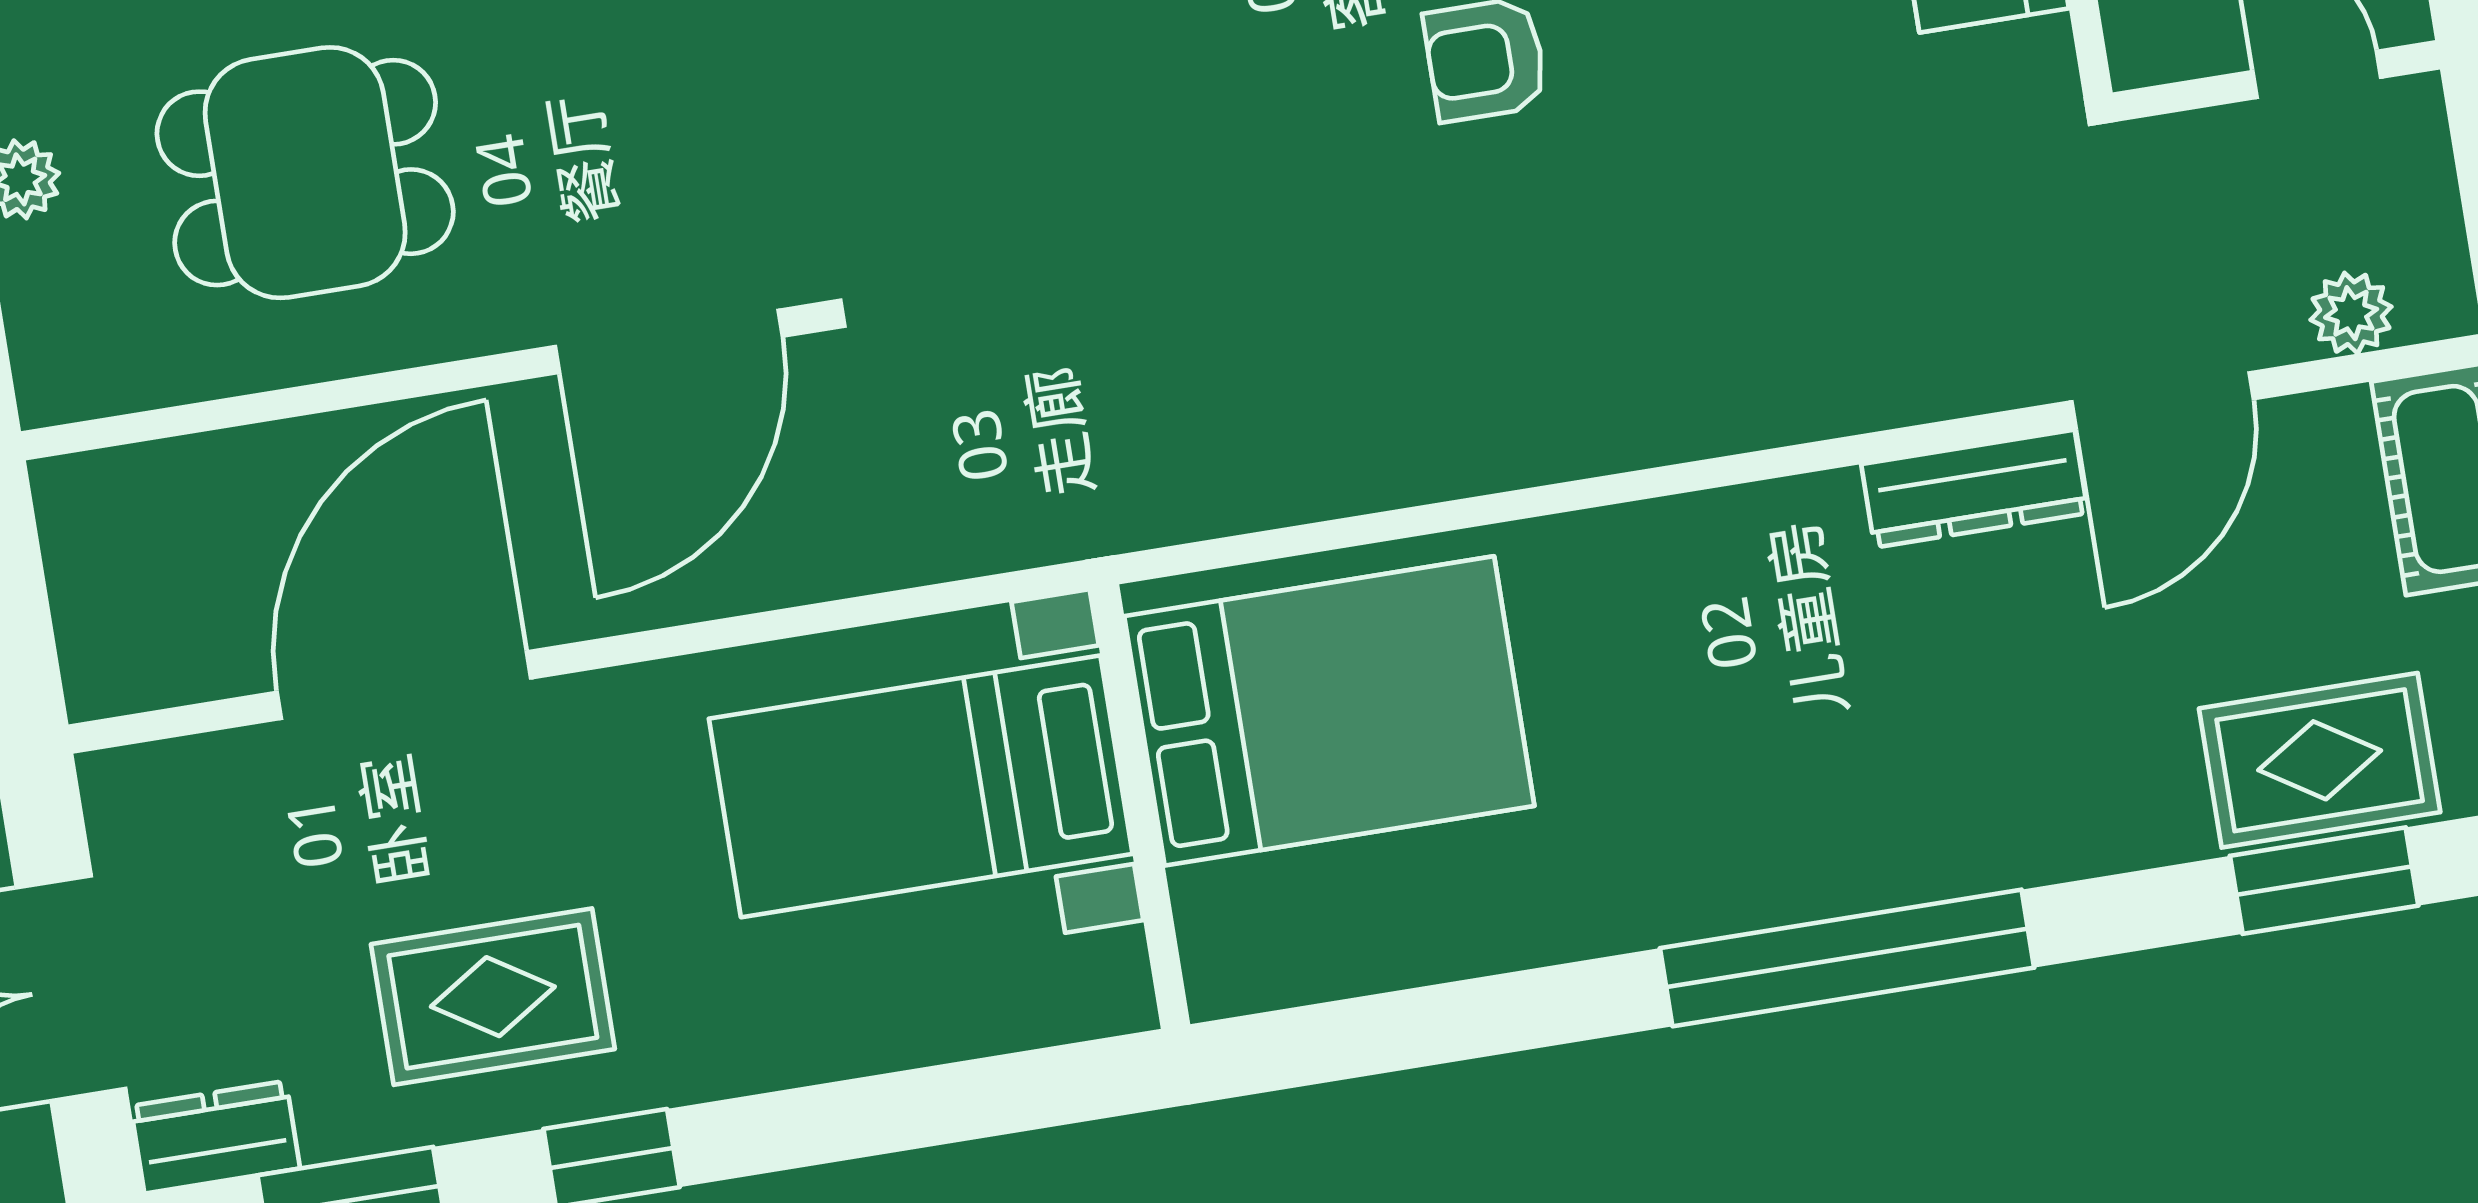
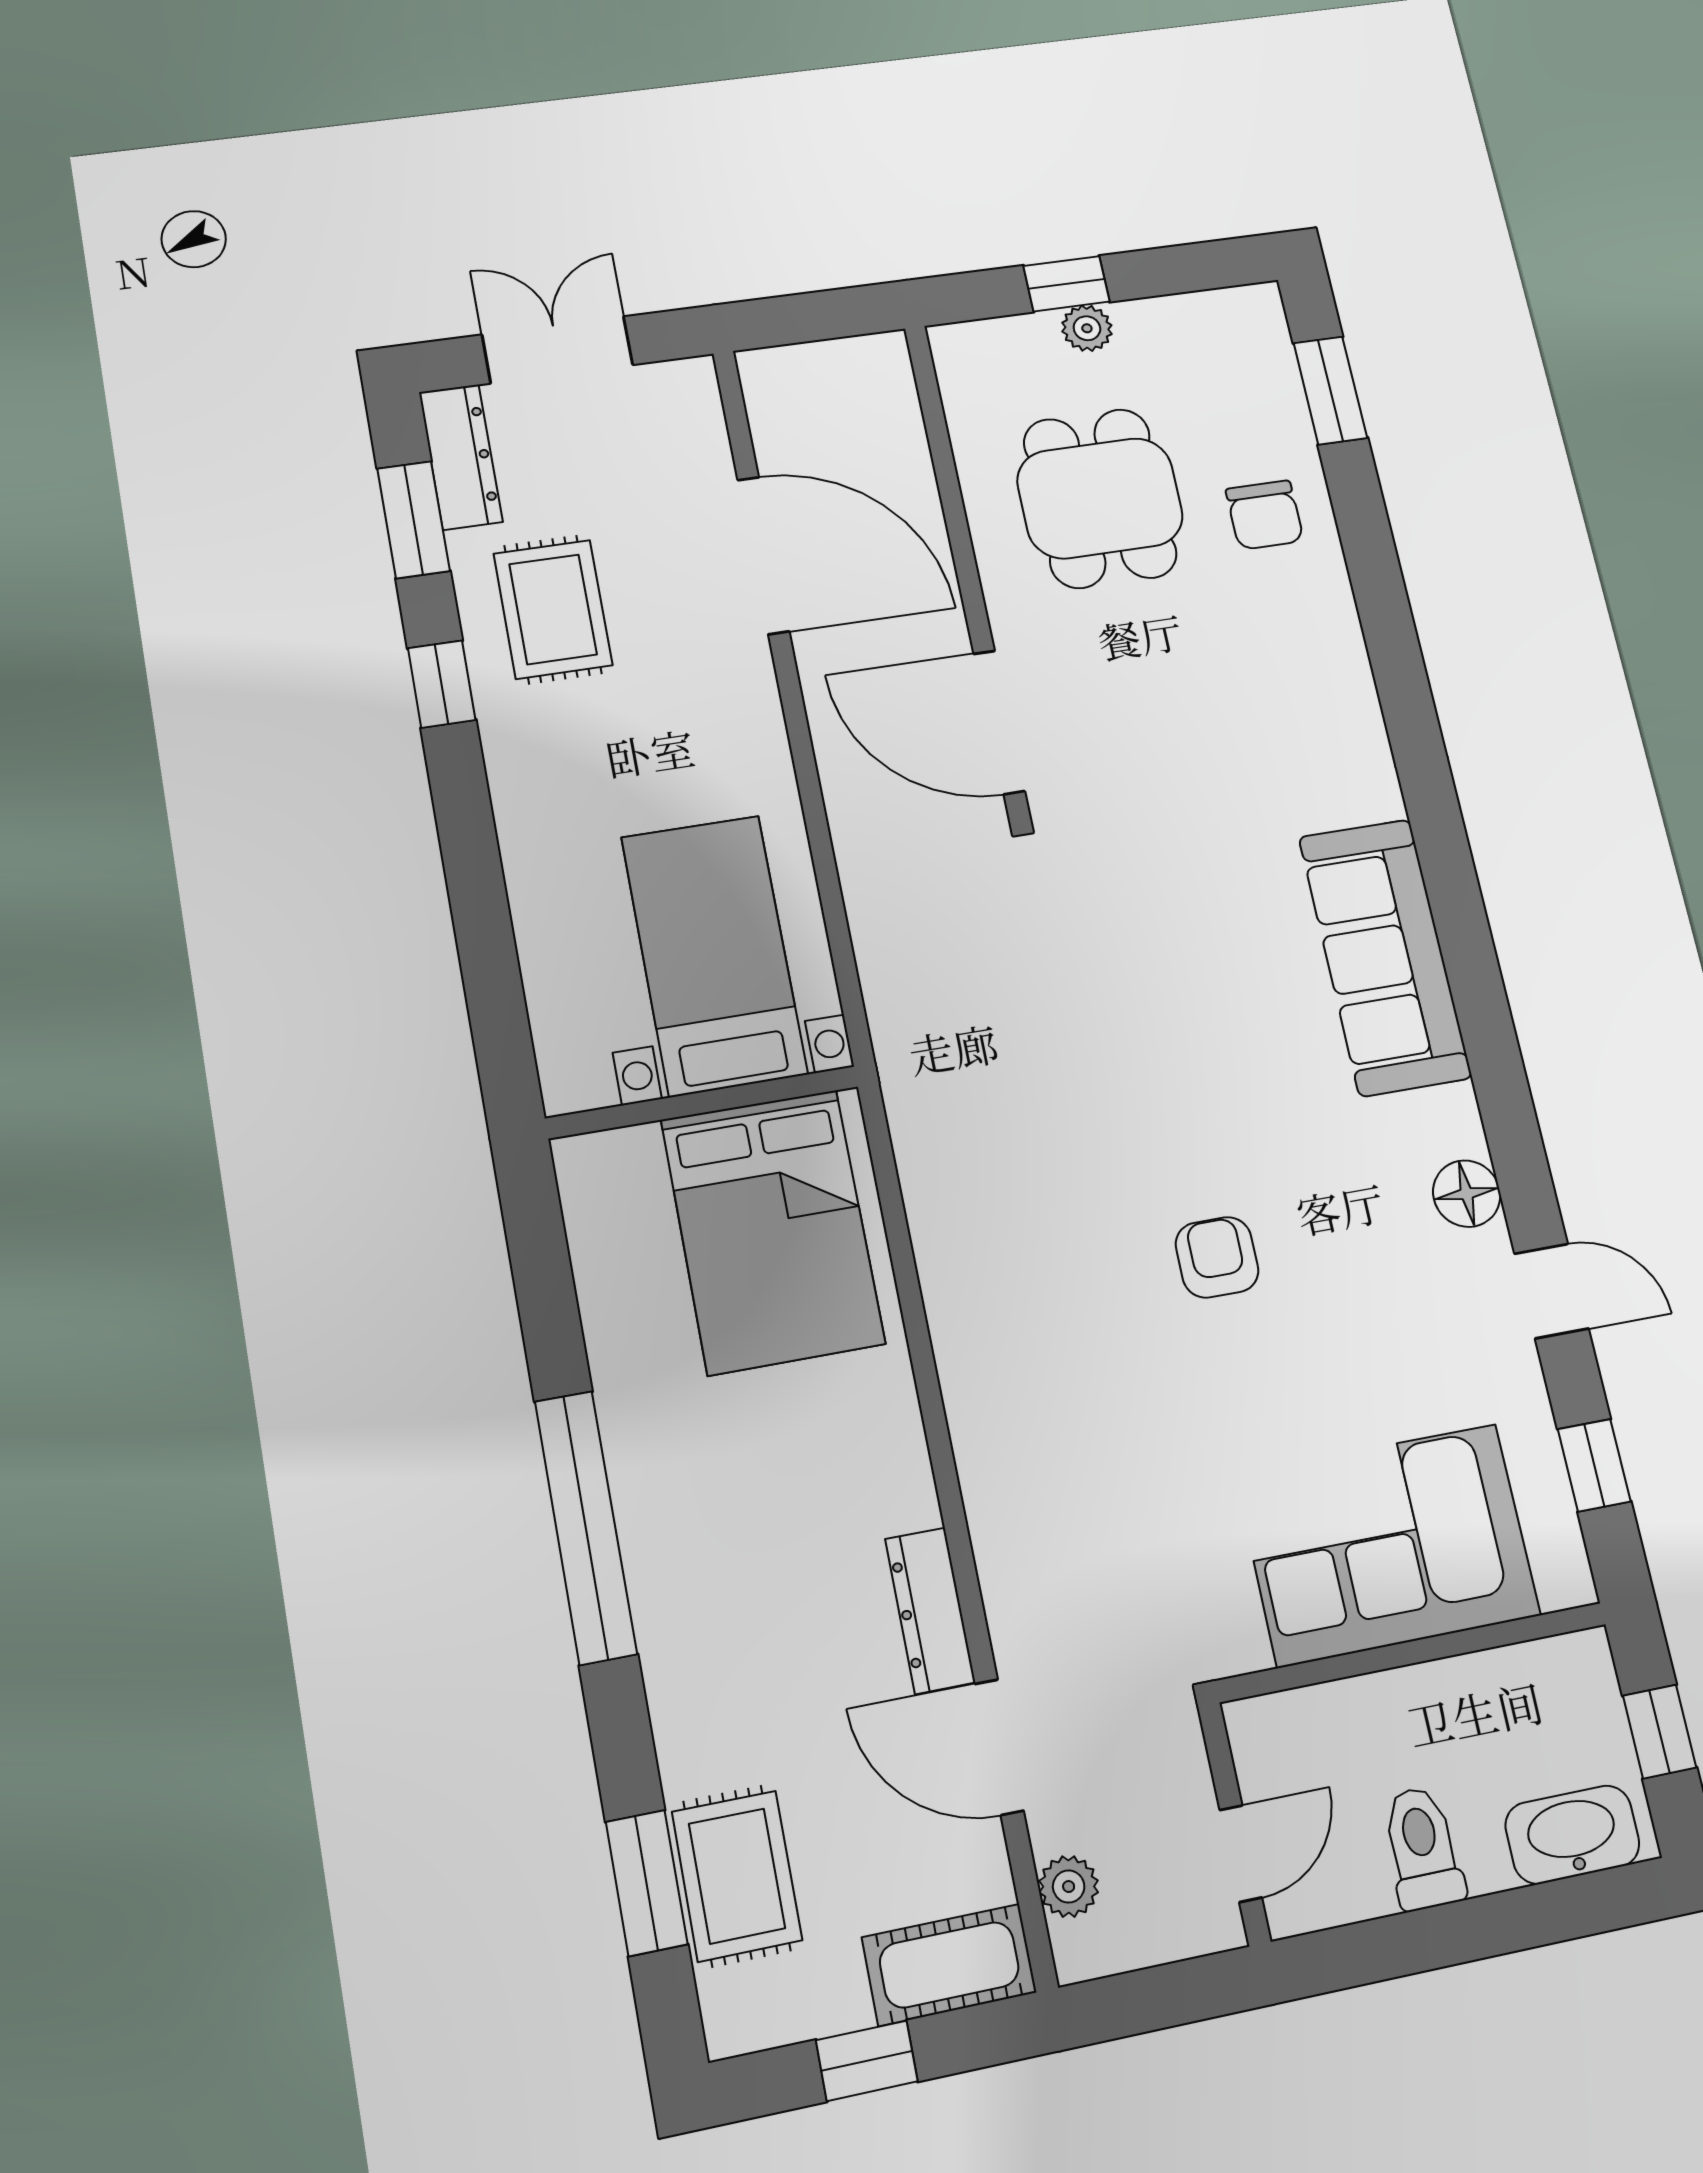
bed: (1329, 711) -> (773, 1231), moved
bed with nightstands: (921, 786) -> (714, 955), moved
wall: (1140, 807) -> (702, 1103), moved
dresser: (215, 1137) -> (461, 457), width x1.44

